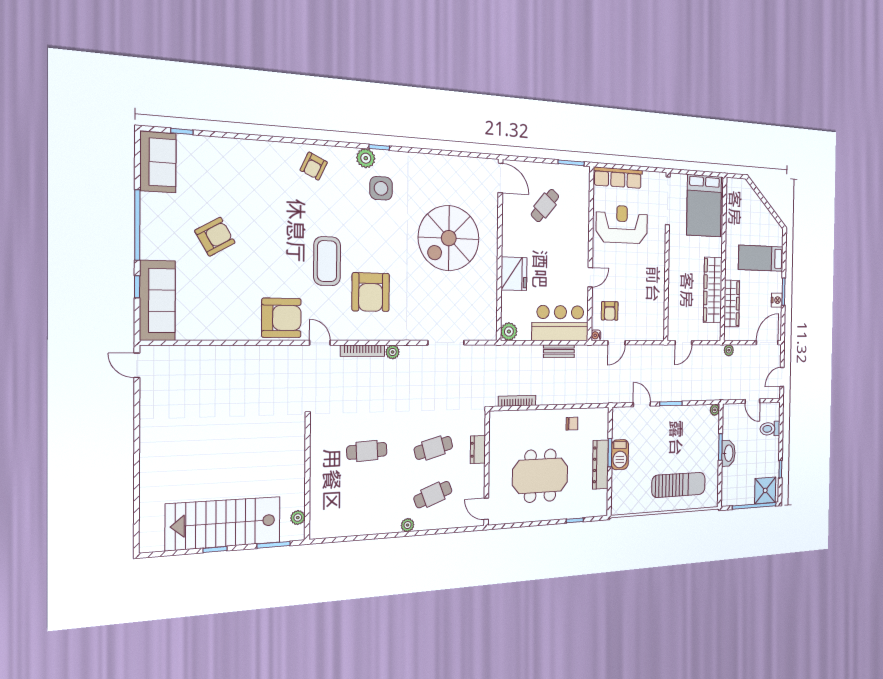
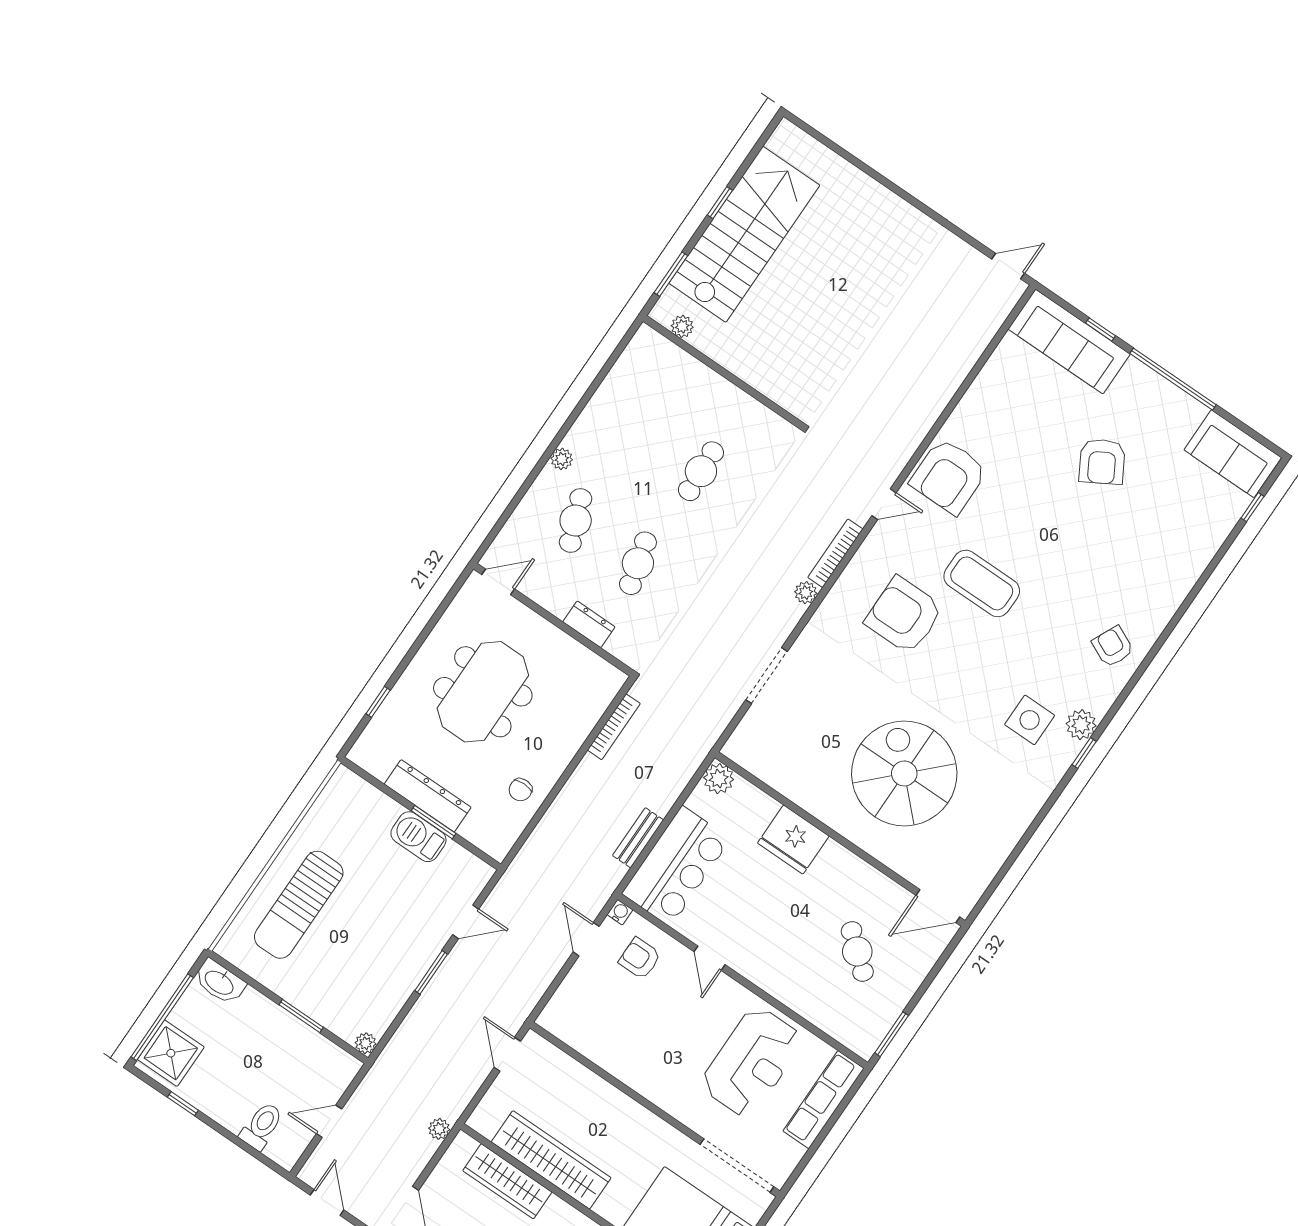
washbasin: (728, 453) -> (220, 982), moved

